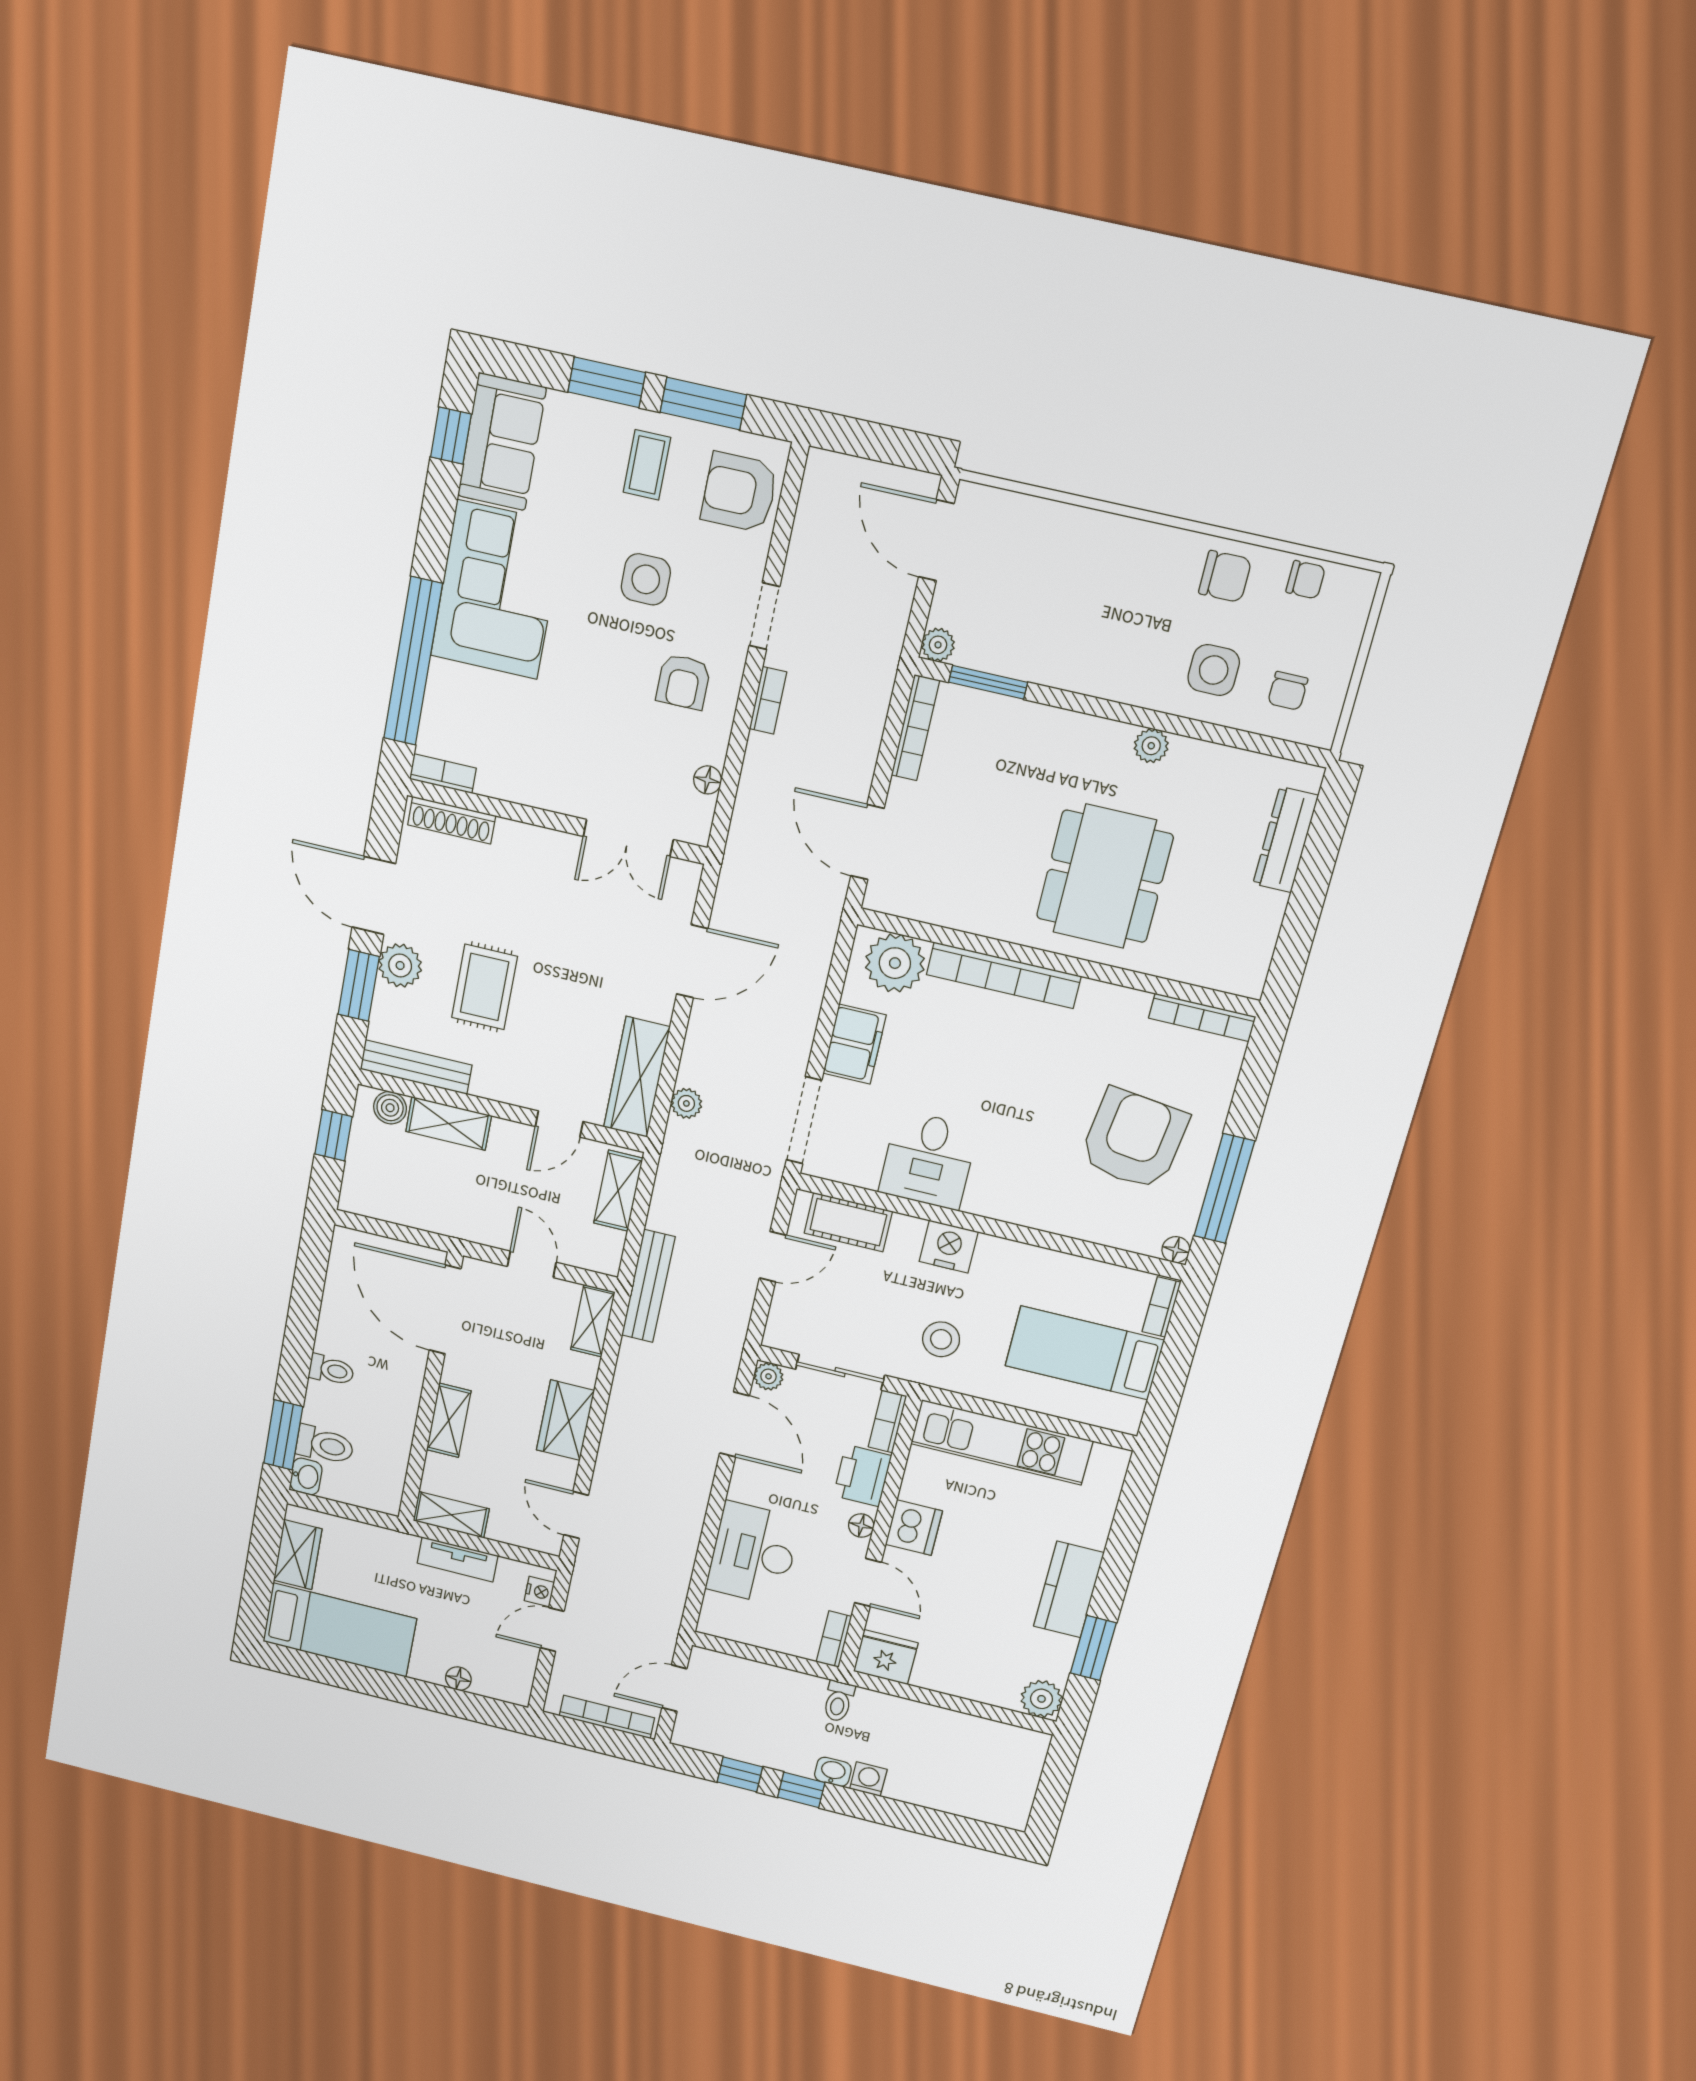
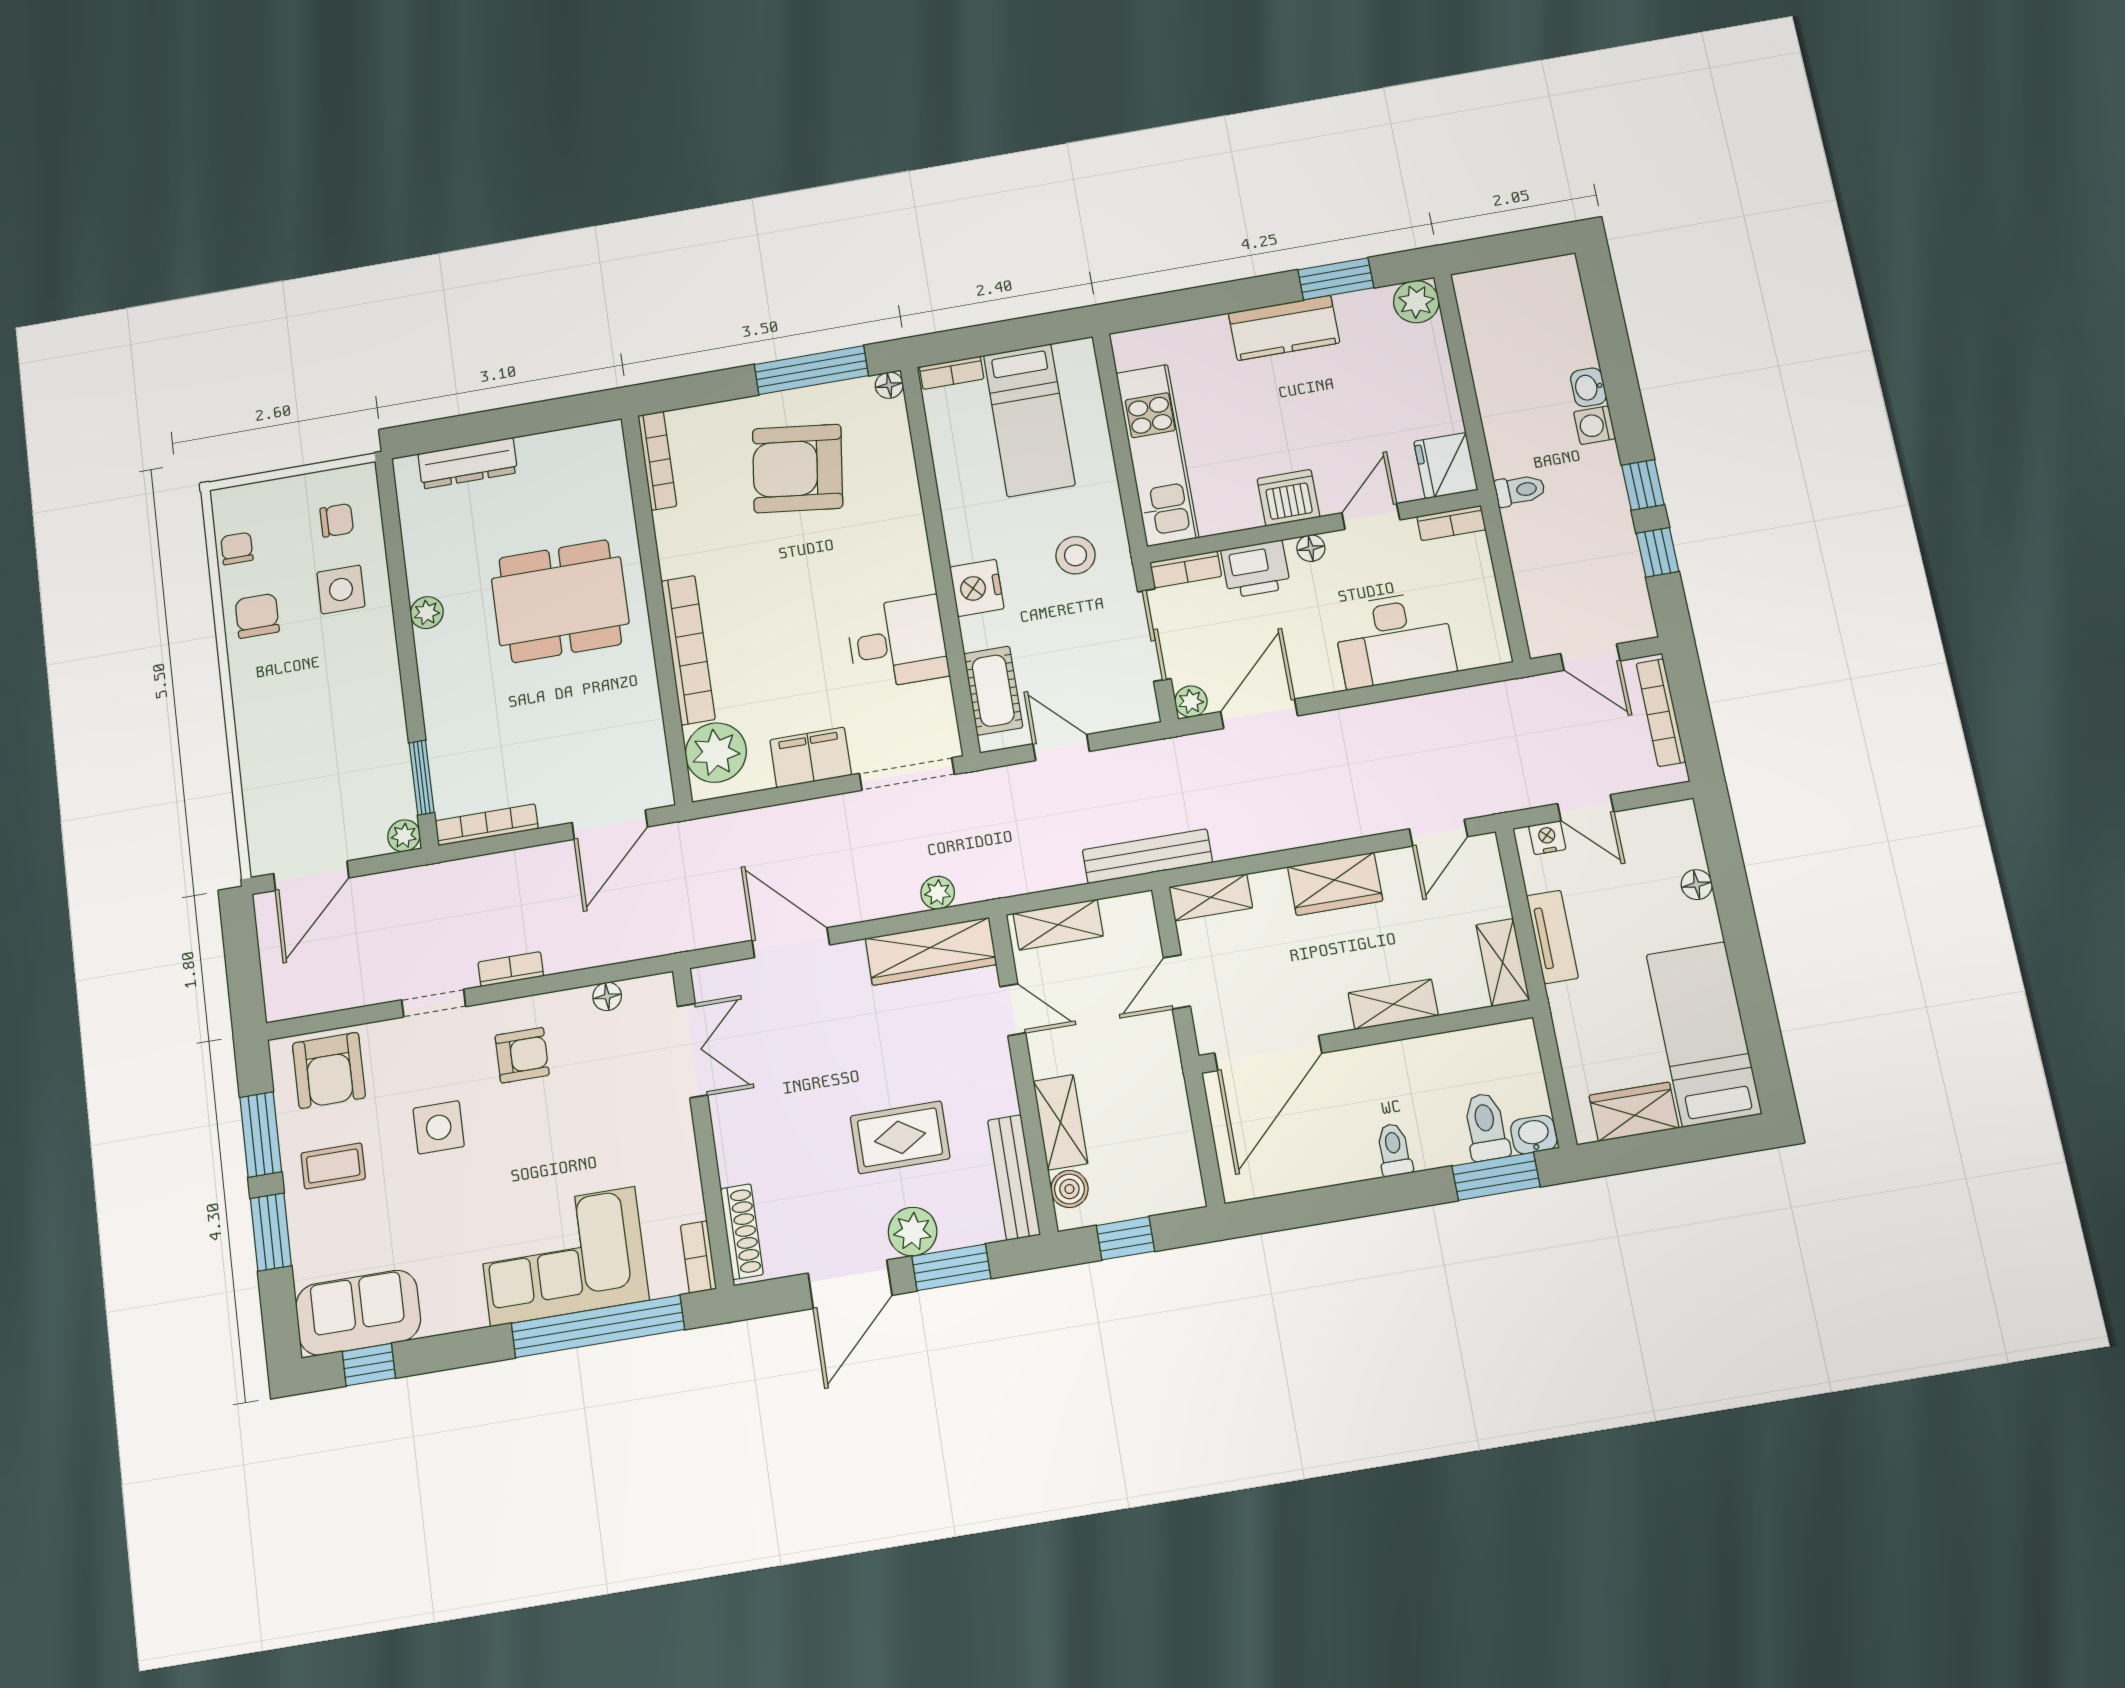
corner sofa: (497, 590) -> (563, 1256), moved
washbasin: (833, 1772) -> (1588, 387), moved

